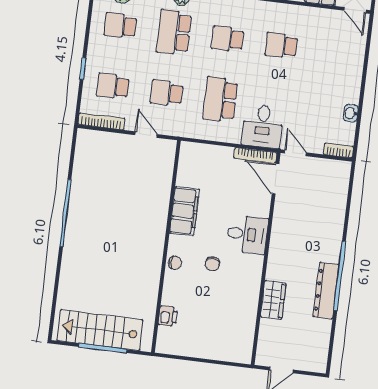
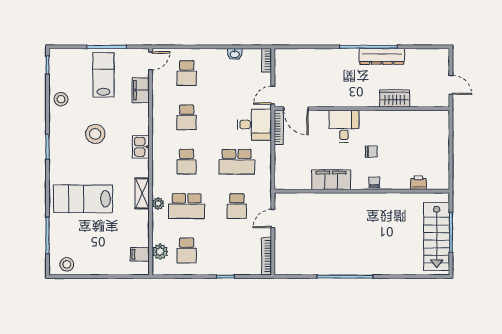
school desk: (113, 86) -> (187, 73), moved
door: (276, 179) -> (296, 109), hinge flipped

